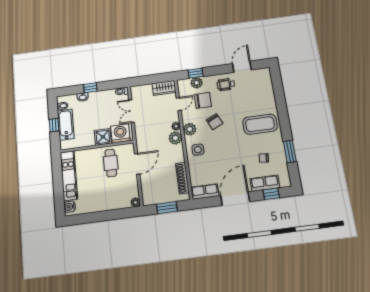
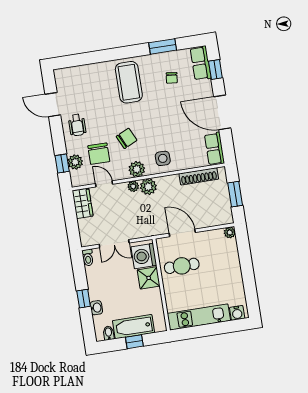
chair: (203, 100) -> (99, 154), turned 180
row of seats: (265, 183) -> (201, 63), moved

